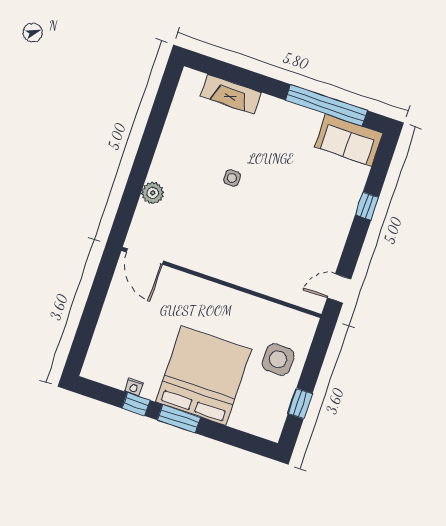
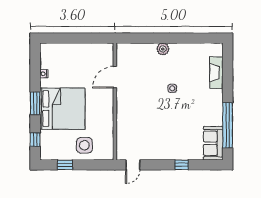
plant: (153, 193) -> (163, 49), moved
door: (145, 257) -> (115, 77), moved
door: (339, 288) -> (133, 165), swing flipped
window: (136, 404) -> (35, 140), moved

